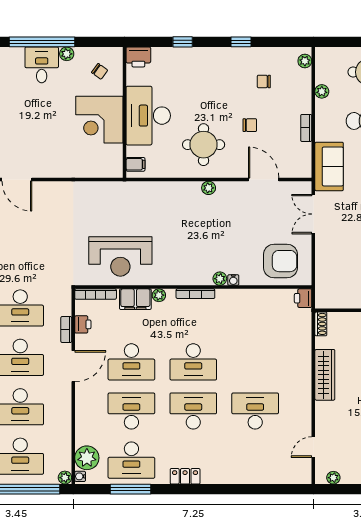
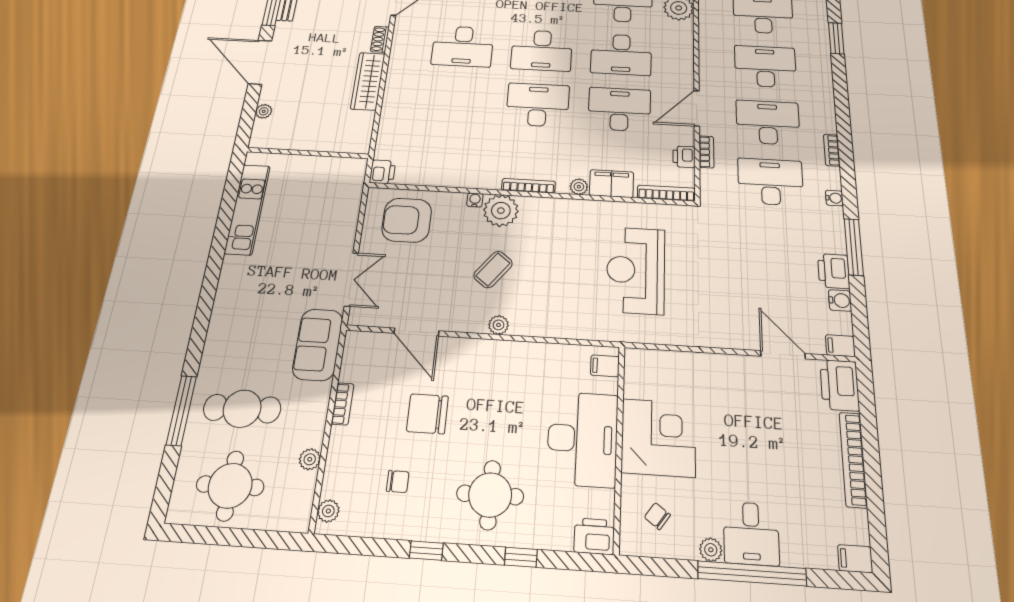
chair: (250, 125) -> (427, 414), width x1.87, depth x1.87
round table: (204, 145) -> (490, 495), moved
coffee table: (216, 228) -> (493, 269), added
reception desk: (120, 256) -> (636, 270), moved, turned -90
plant: (220, 279) -> (501, 211), width x1.87, depth x1.87
shoe rack: (321, 324) -> (380, 39), moved

